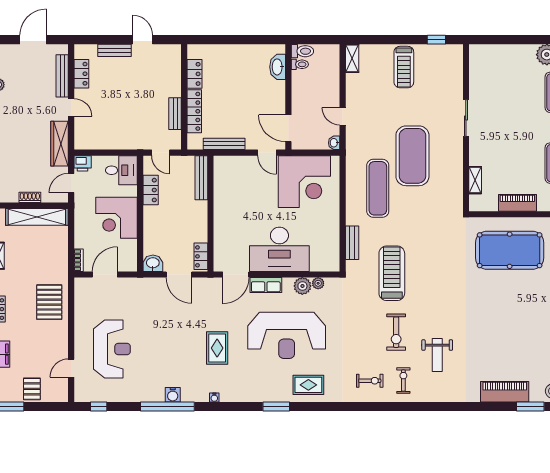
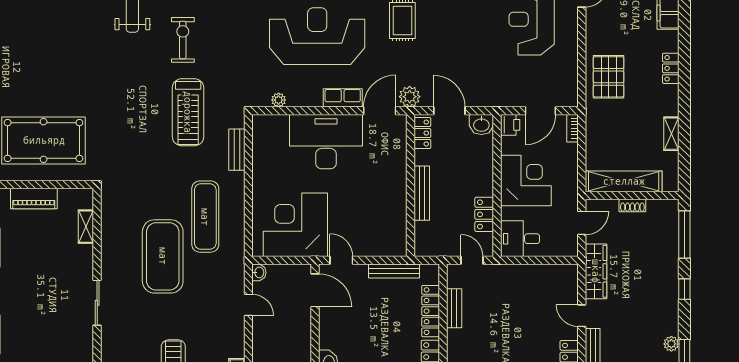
printer: (83, 163) -> (510, 125), moved, turned 90
bench: (201, 178) -> (422, 193), moved
plant: (302, 286) -> (410, 97), moved

